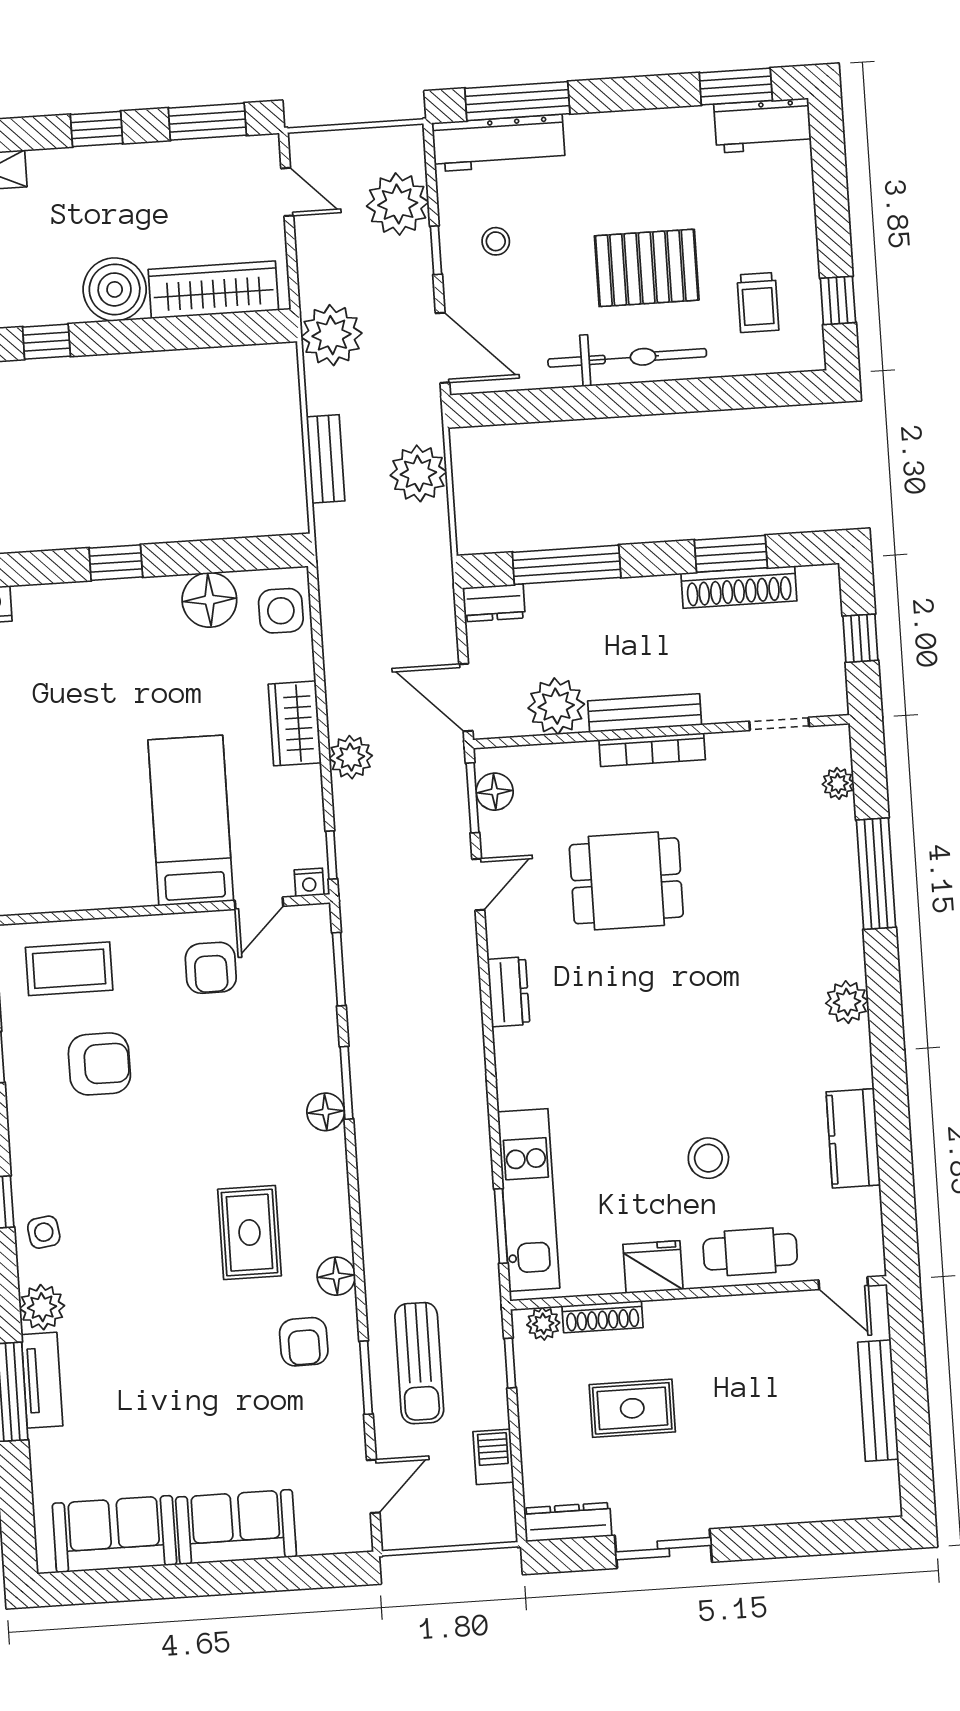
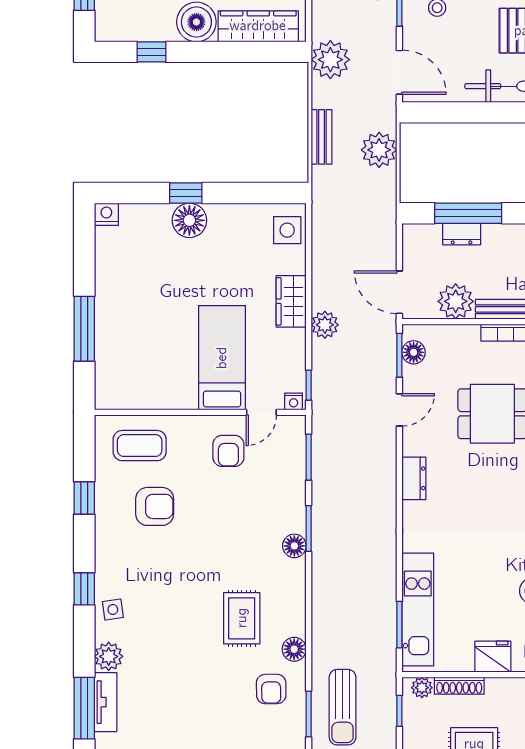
floor lamp: (209, 600) -> (189, 220), moved
dresser: (494, 603) -> (462, 234), moved

